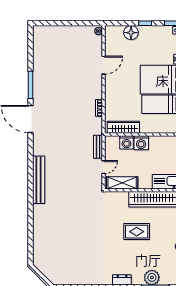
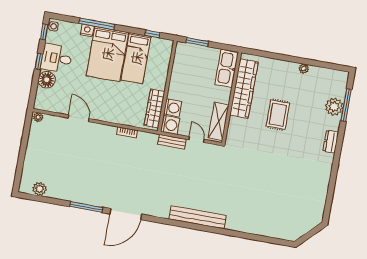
desk: (150, 38) -> (57, 58), added
plant: (39, 43) -> (40, 189), added
washing machine: (141, 143) -> (170, 125), moved

